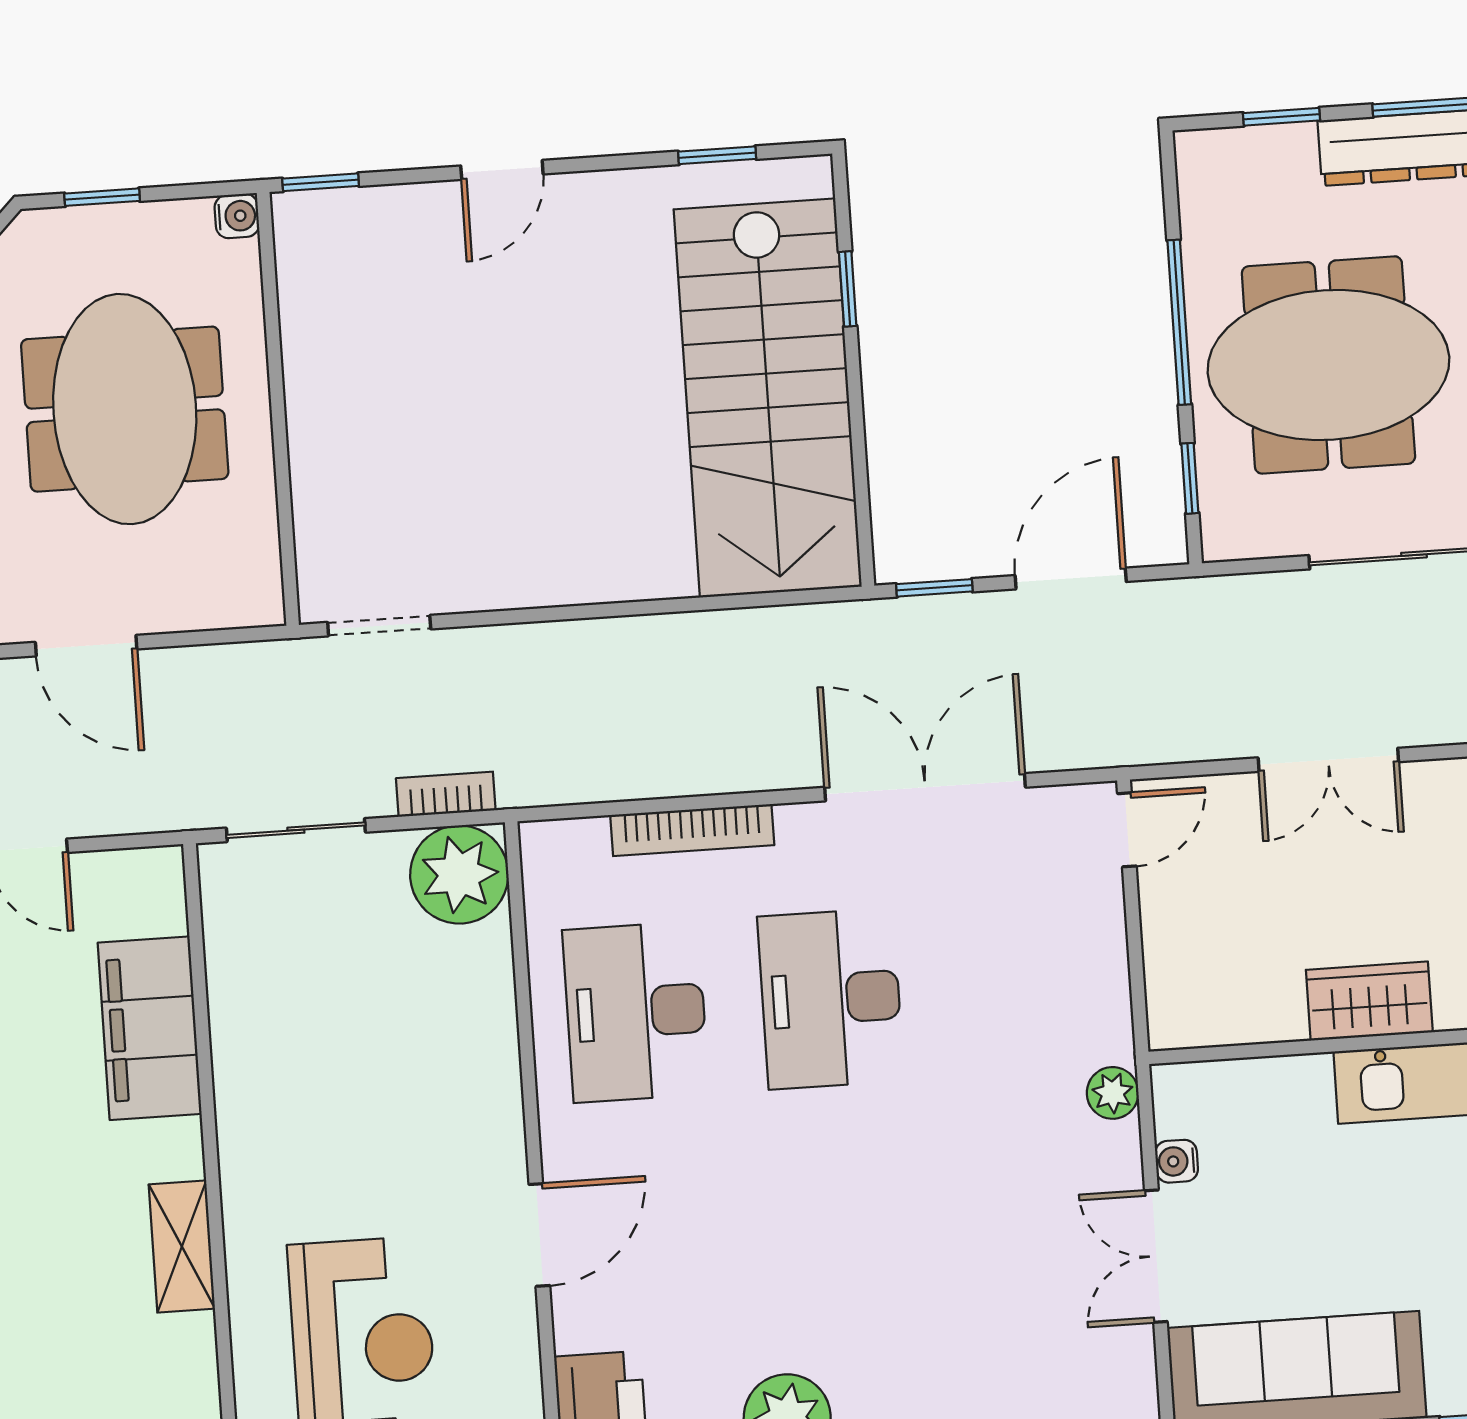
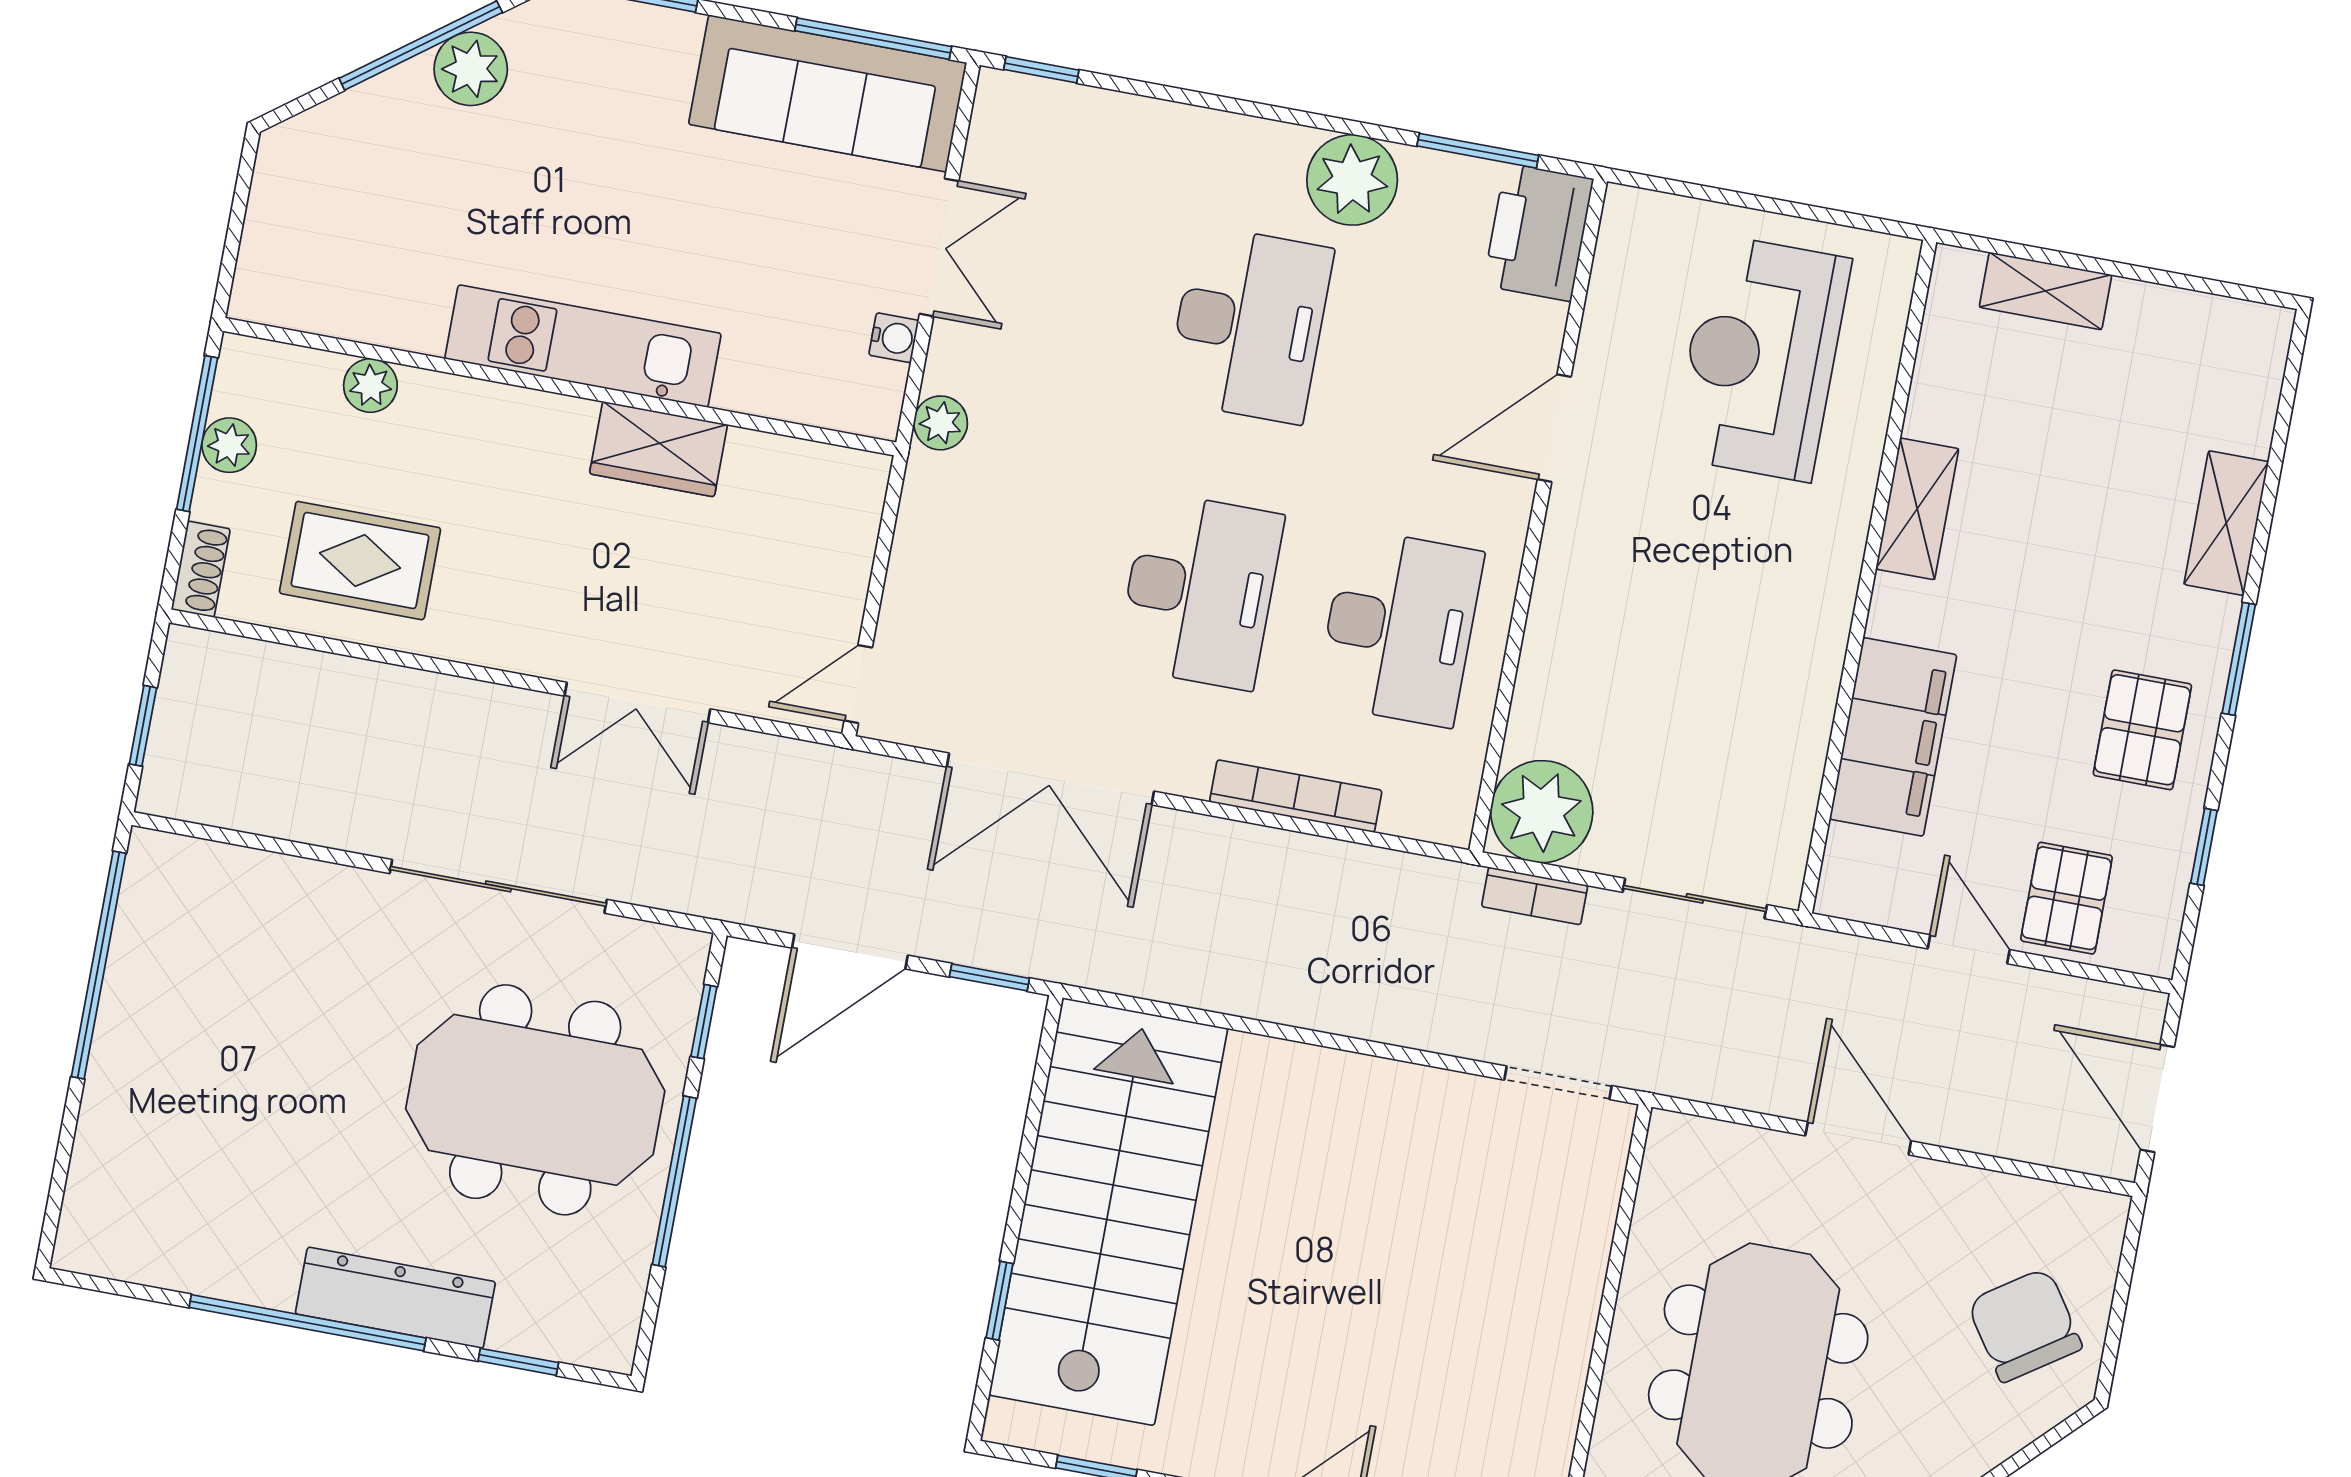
double door: (1328, 760) -> (637, 703), swing flipped
desk: (849, 1259) -> (1249, 324), added

